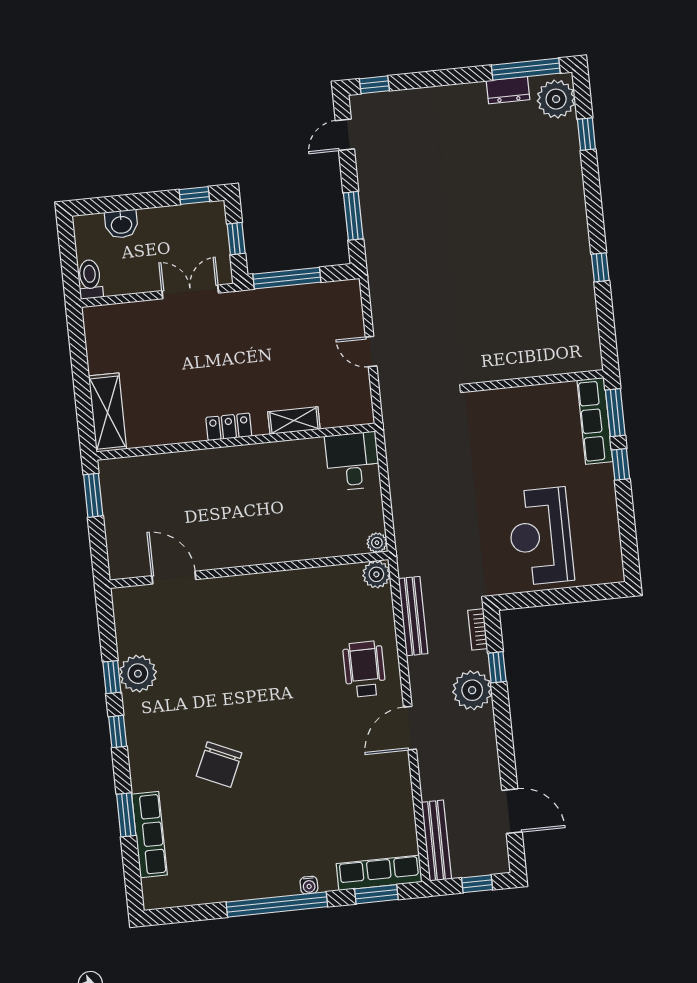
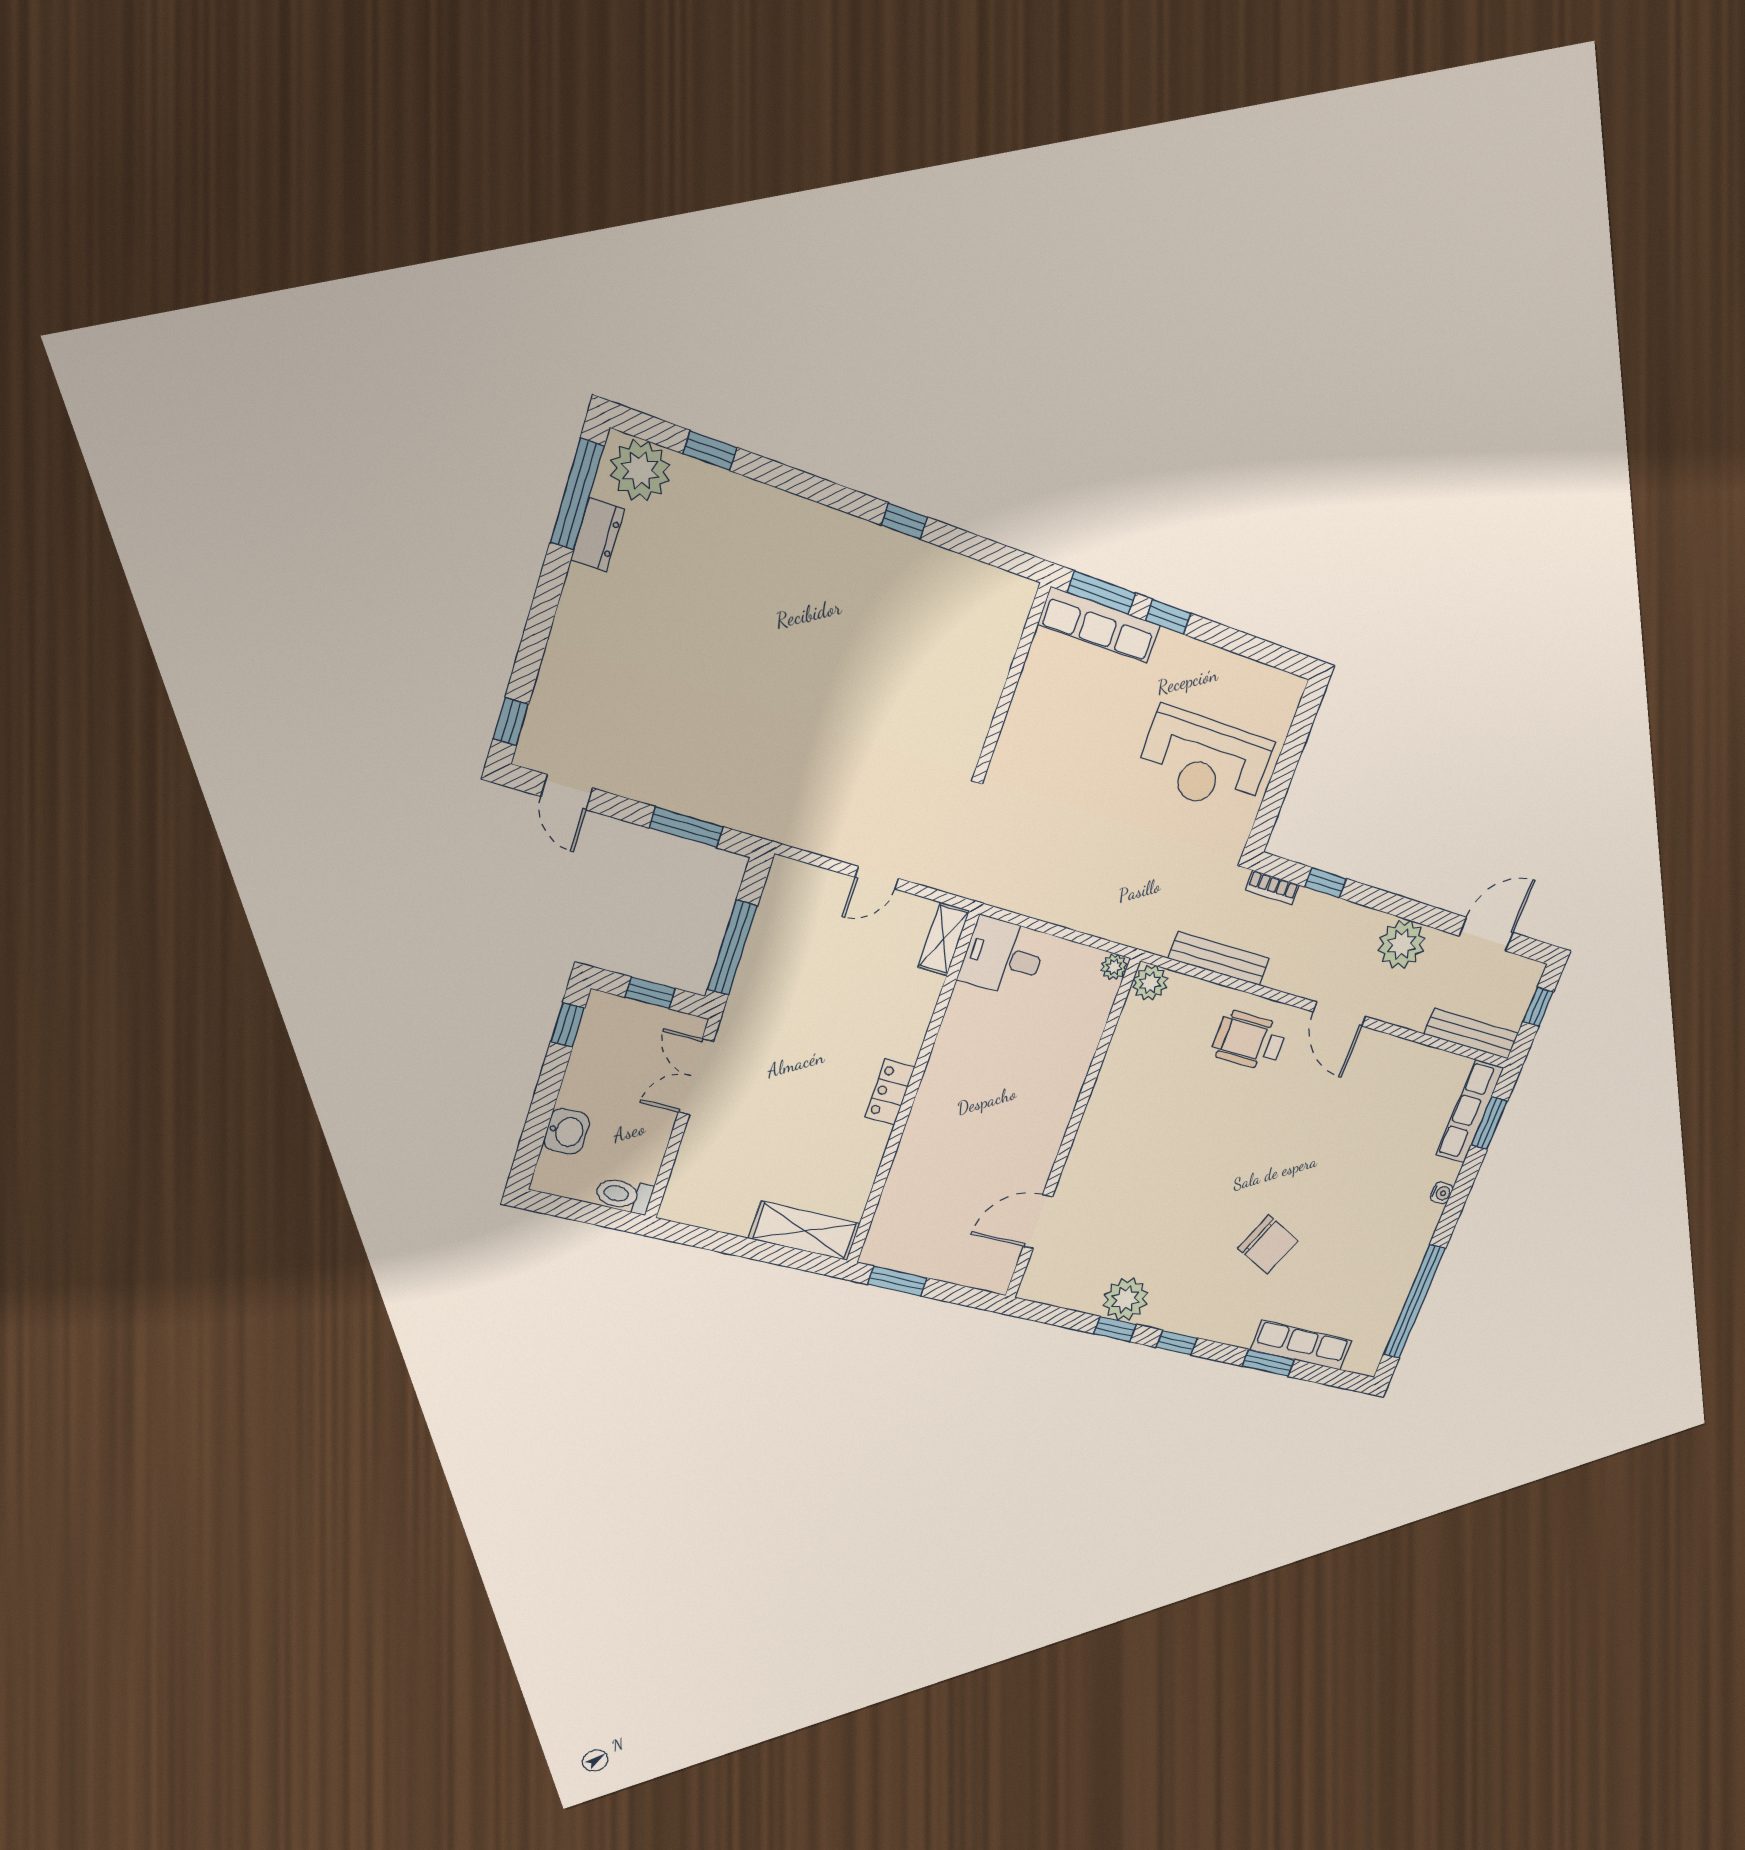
shelving: (294, 420) -> (944, 939), moved
plant: (472, 690) -> (1402, 944), moved
window: (277, 904) -> (1414, 1302), moved

